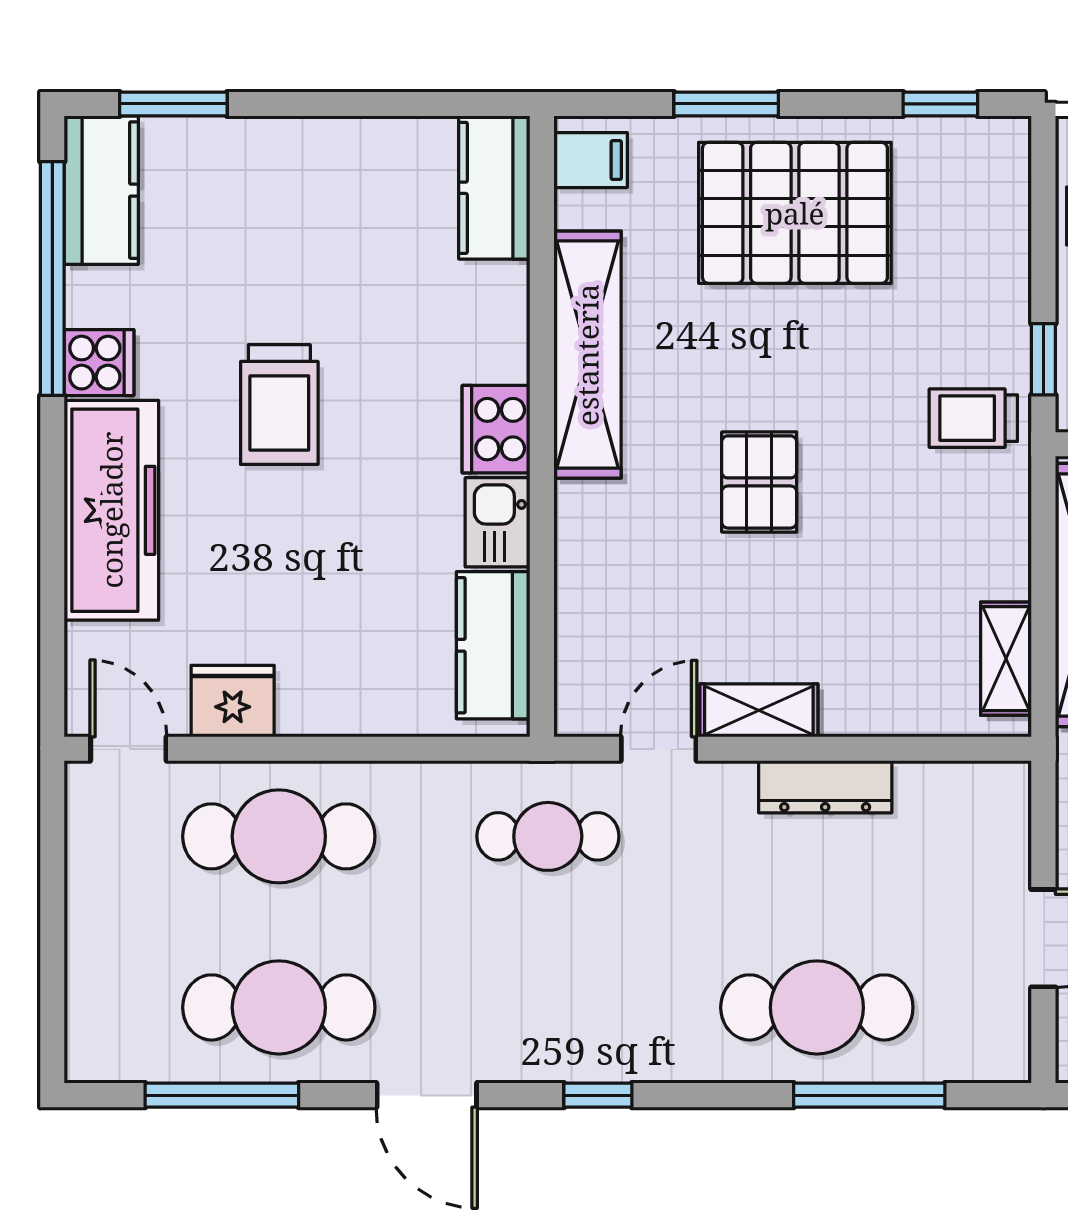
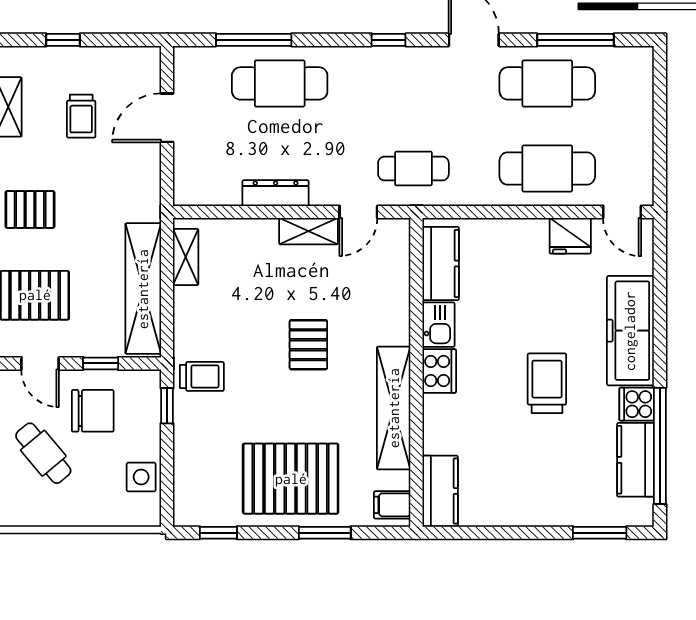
kitchen counter: (101, 190) -> (635, 460), moved

